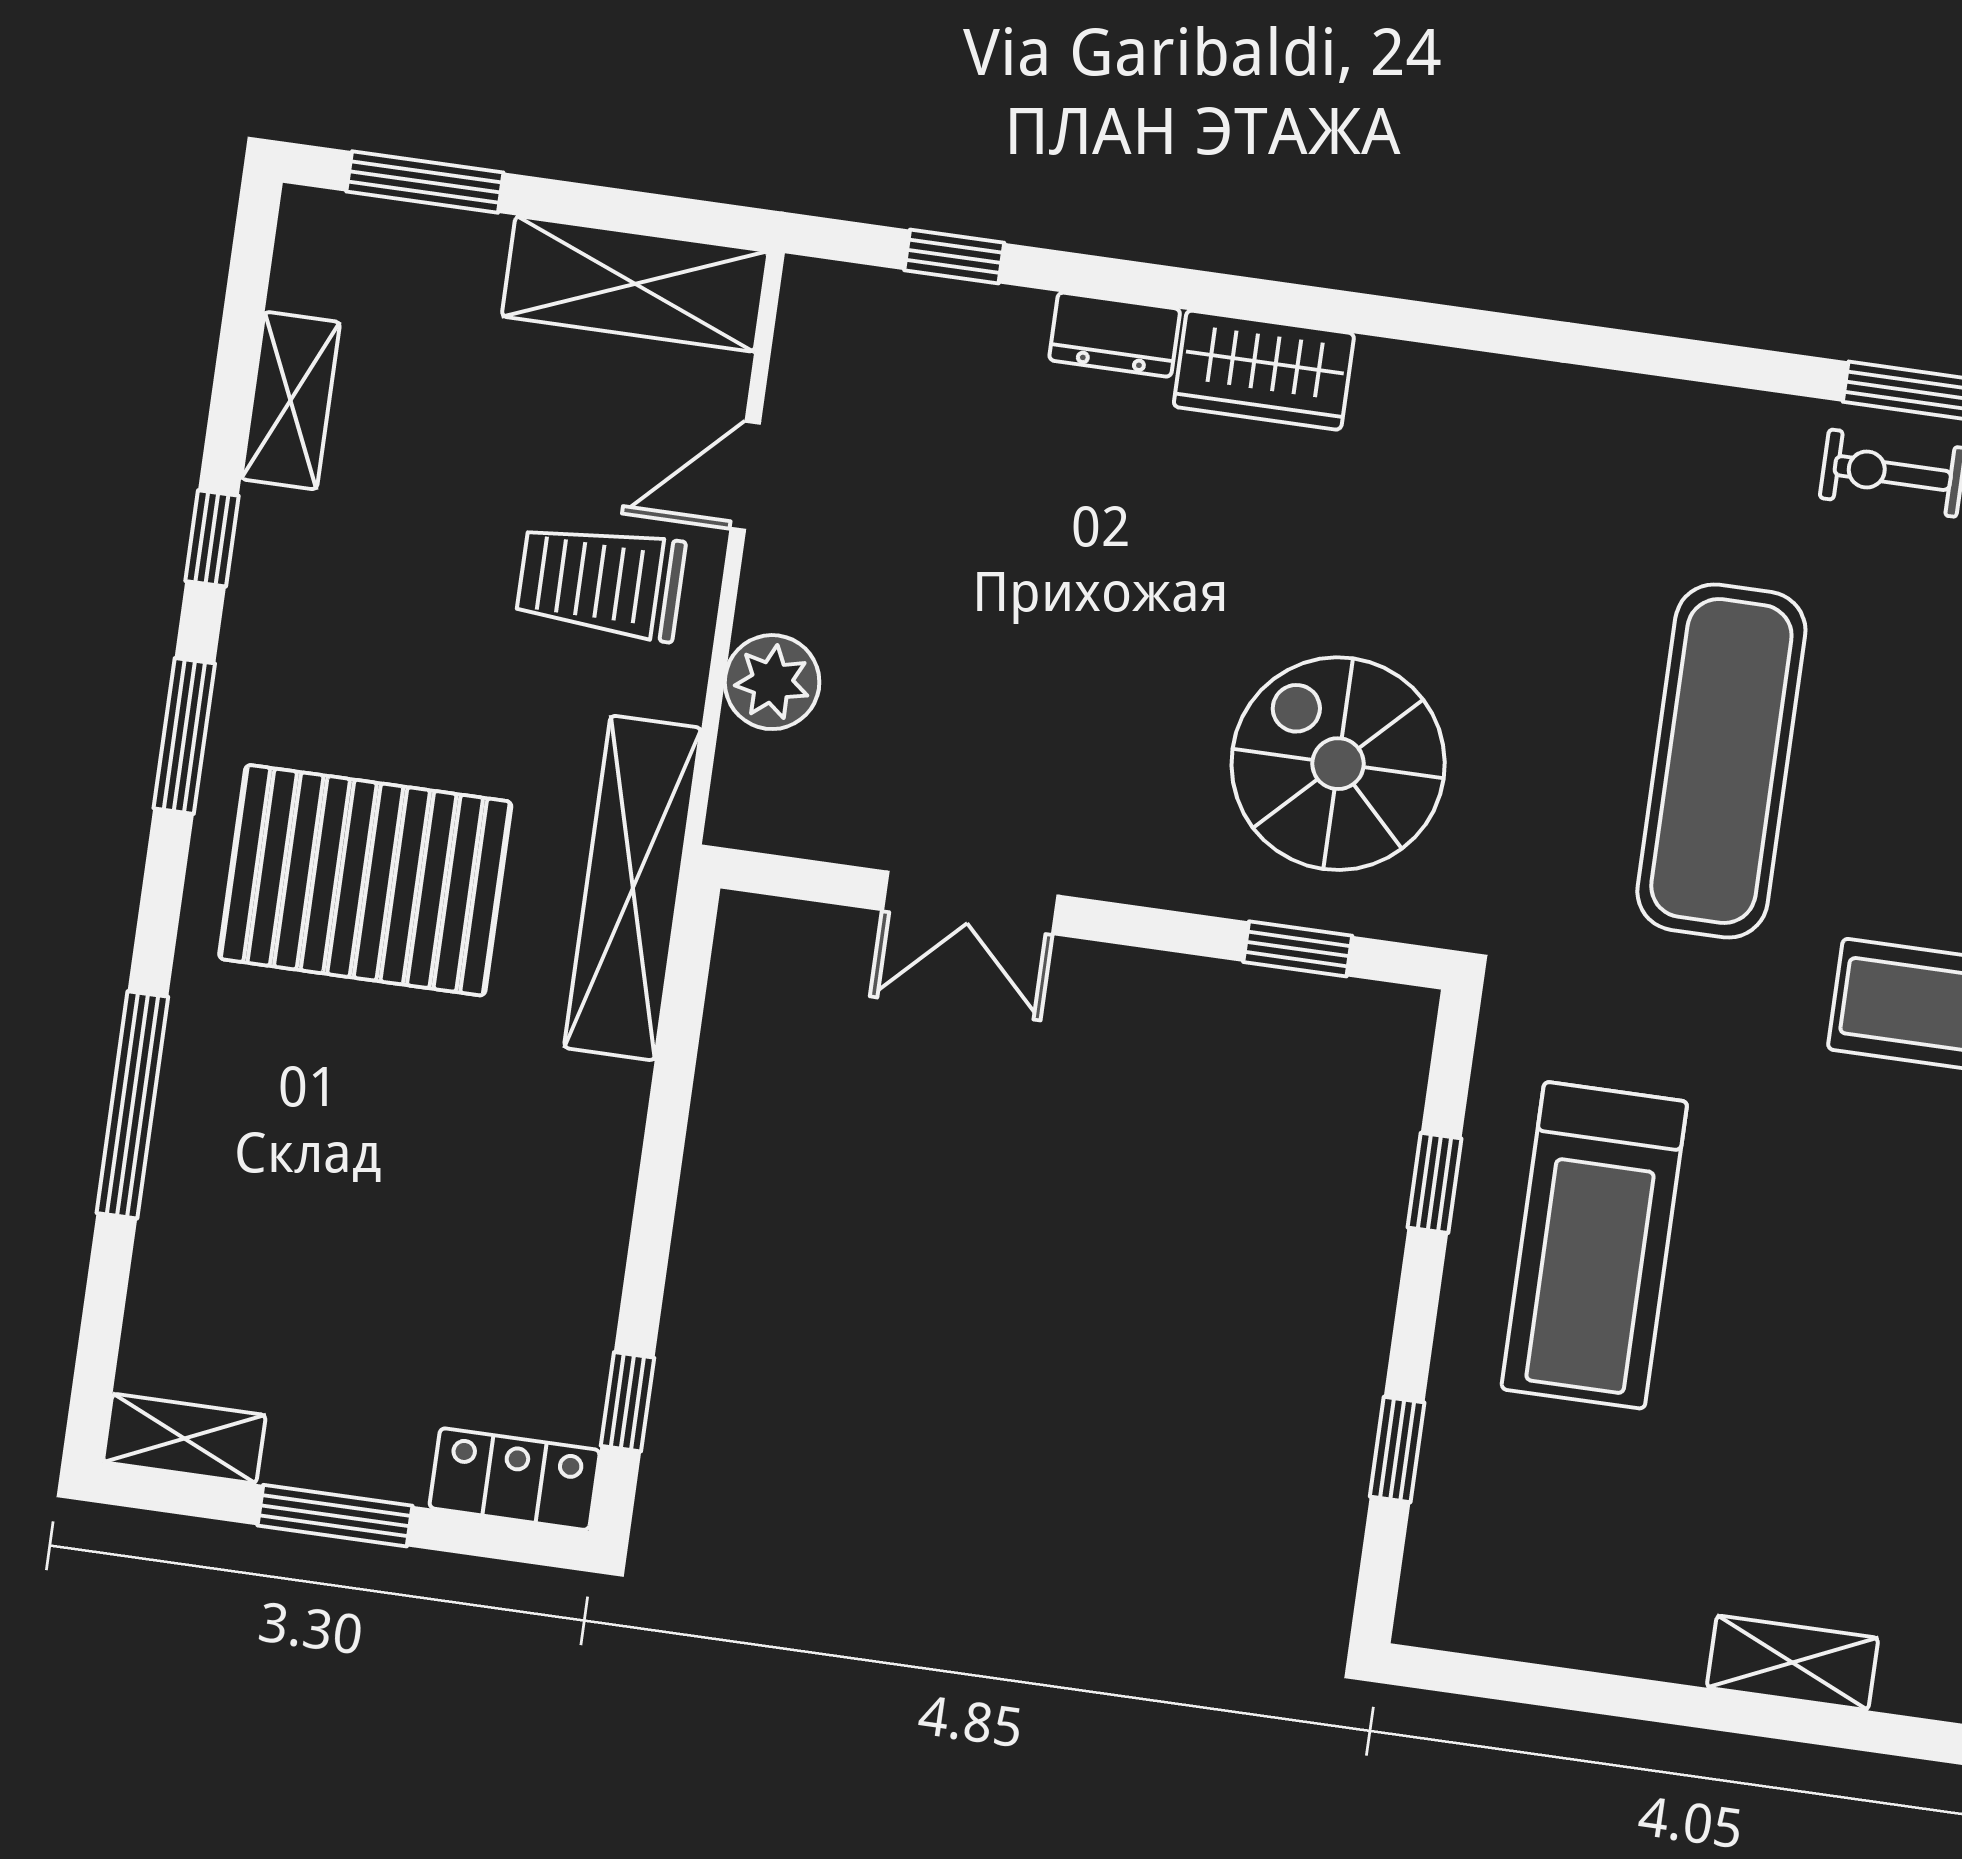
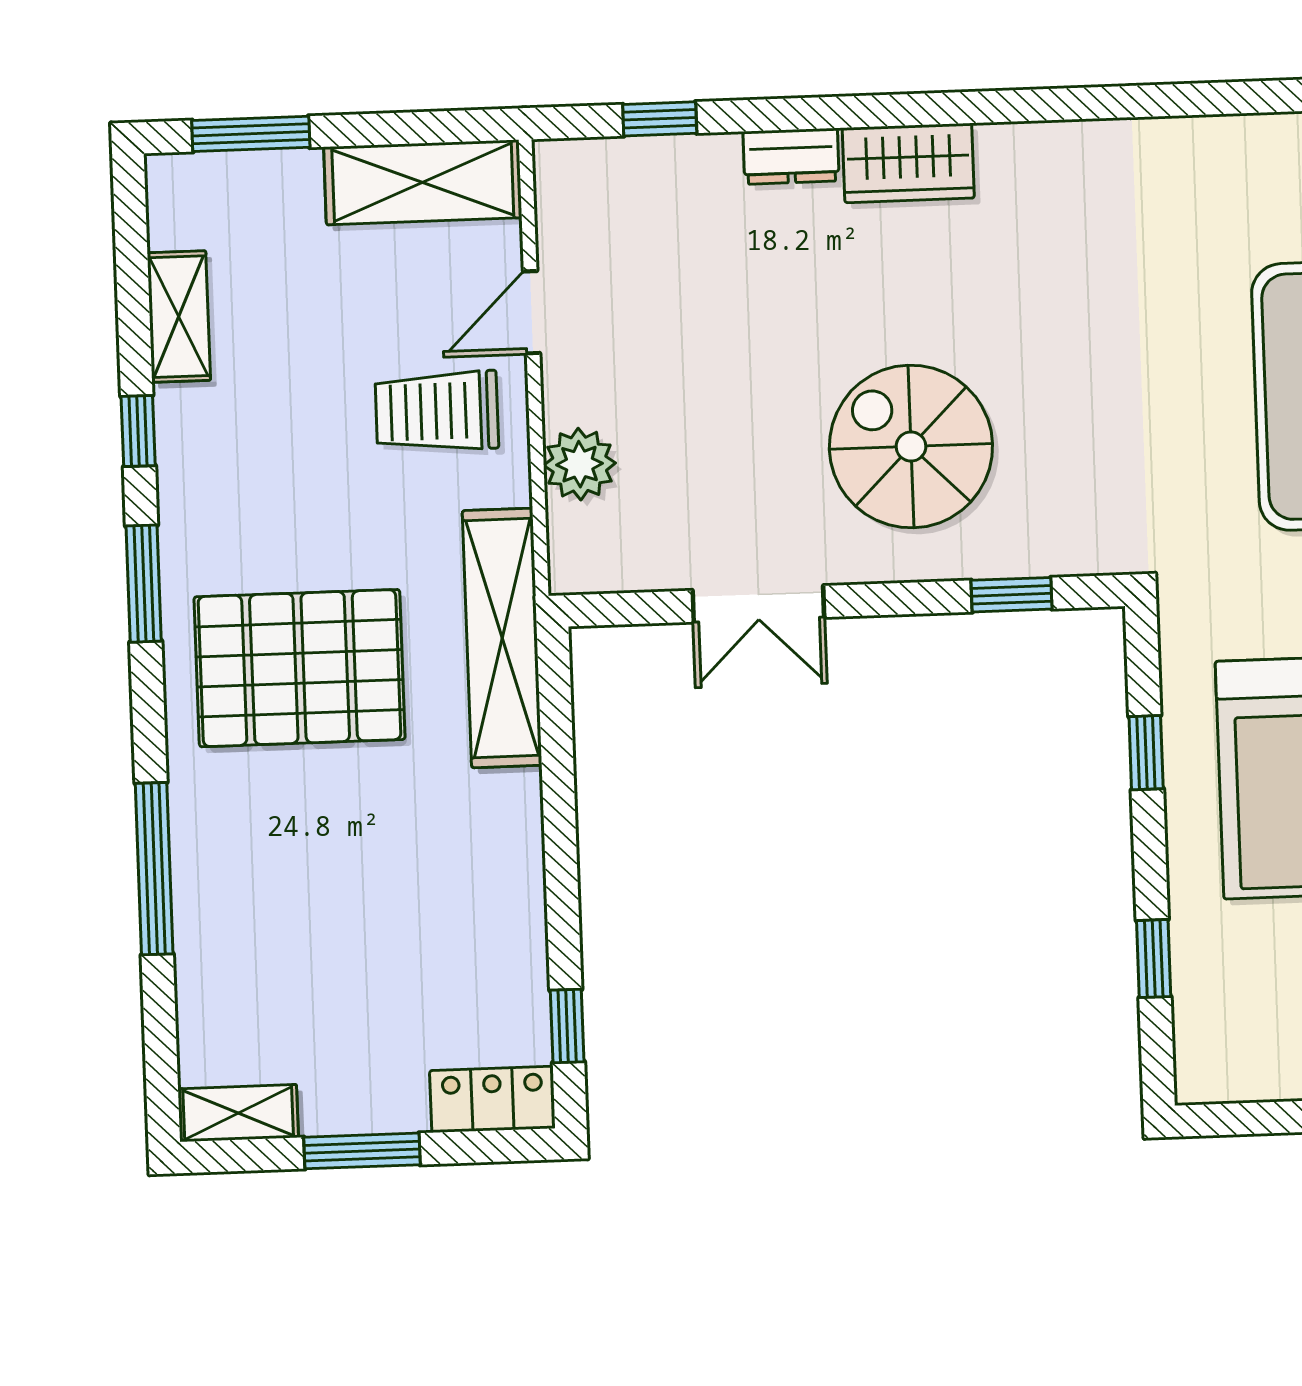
spiral stairs: (1338, 764) -> (911, 447), moved

